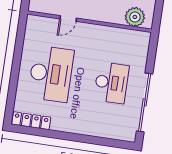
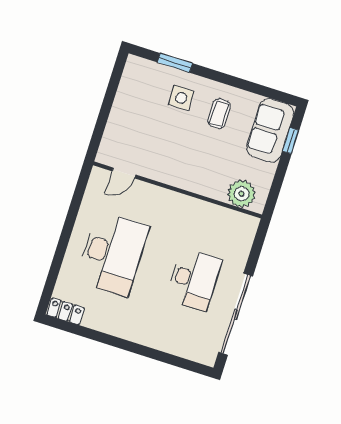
door: (68, 18) -> (124, 173), moved
locker: (31, 121) -> (65, 311), width x0.66

